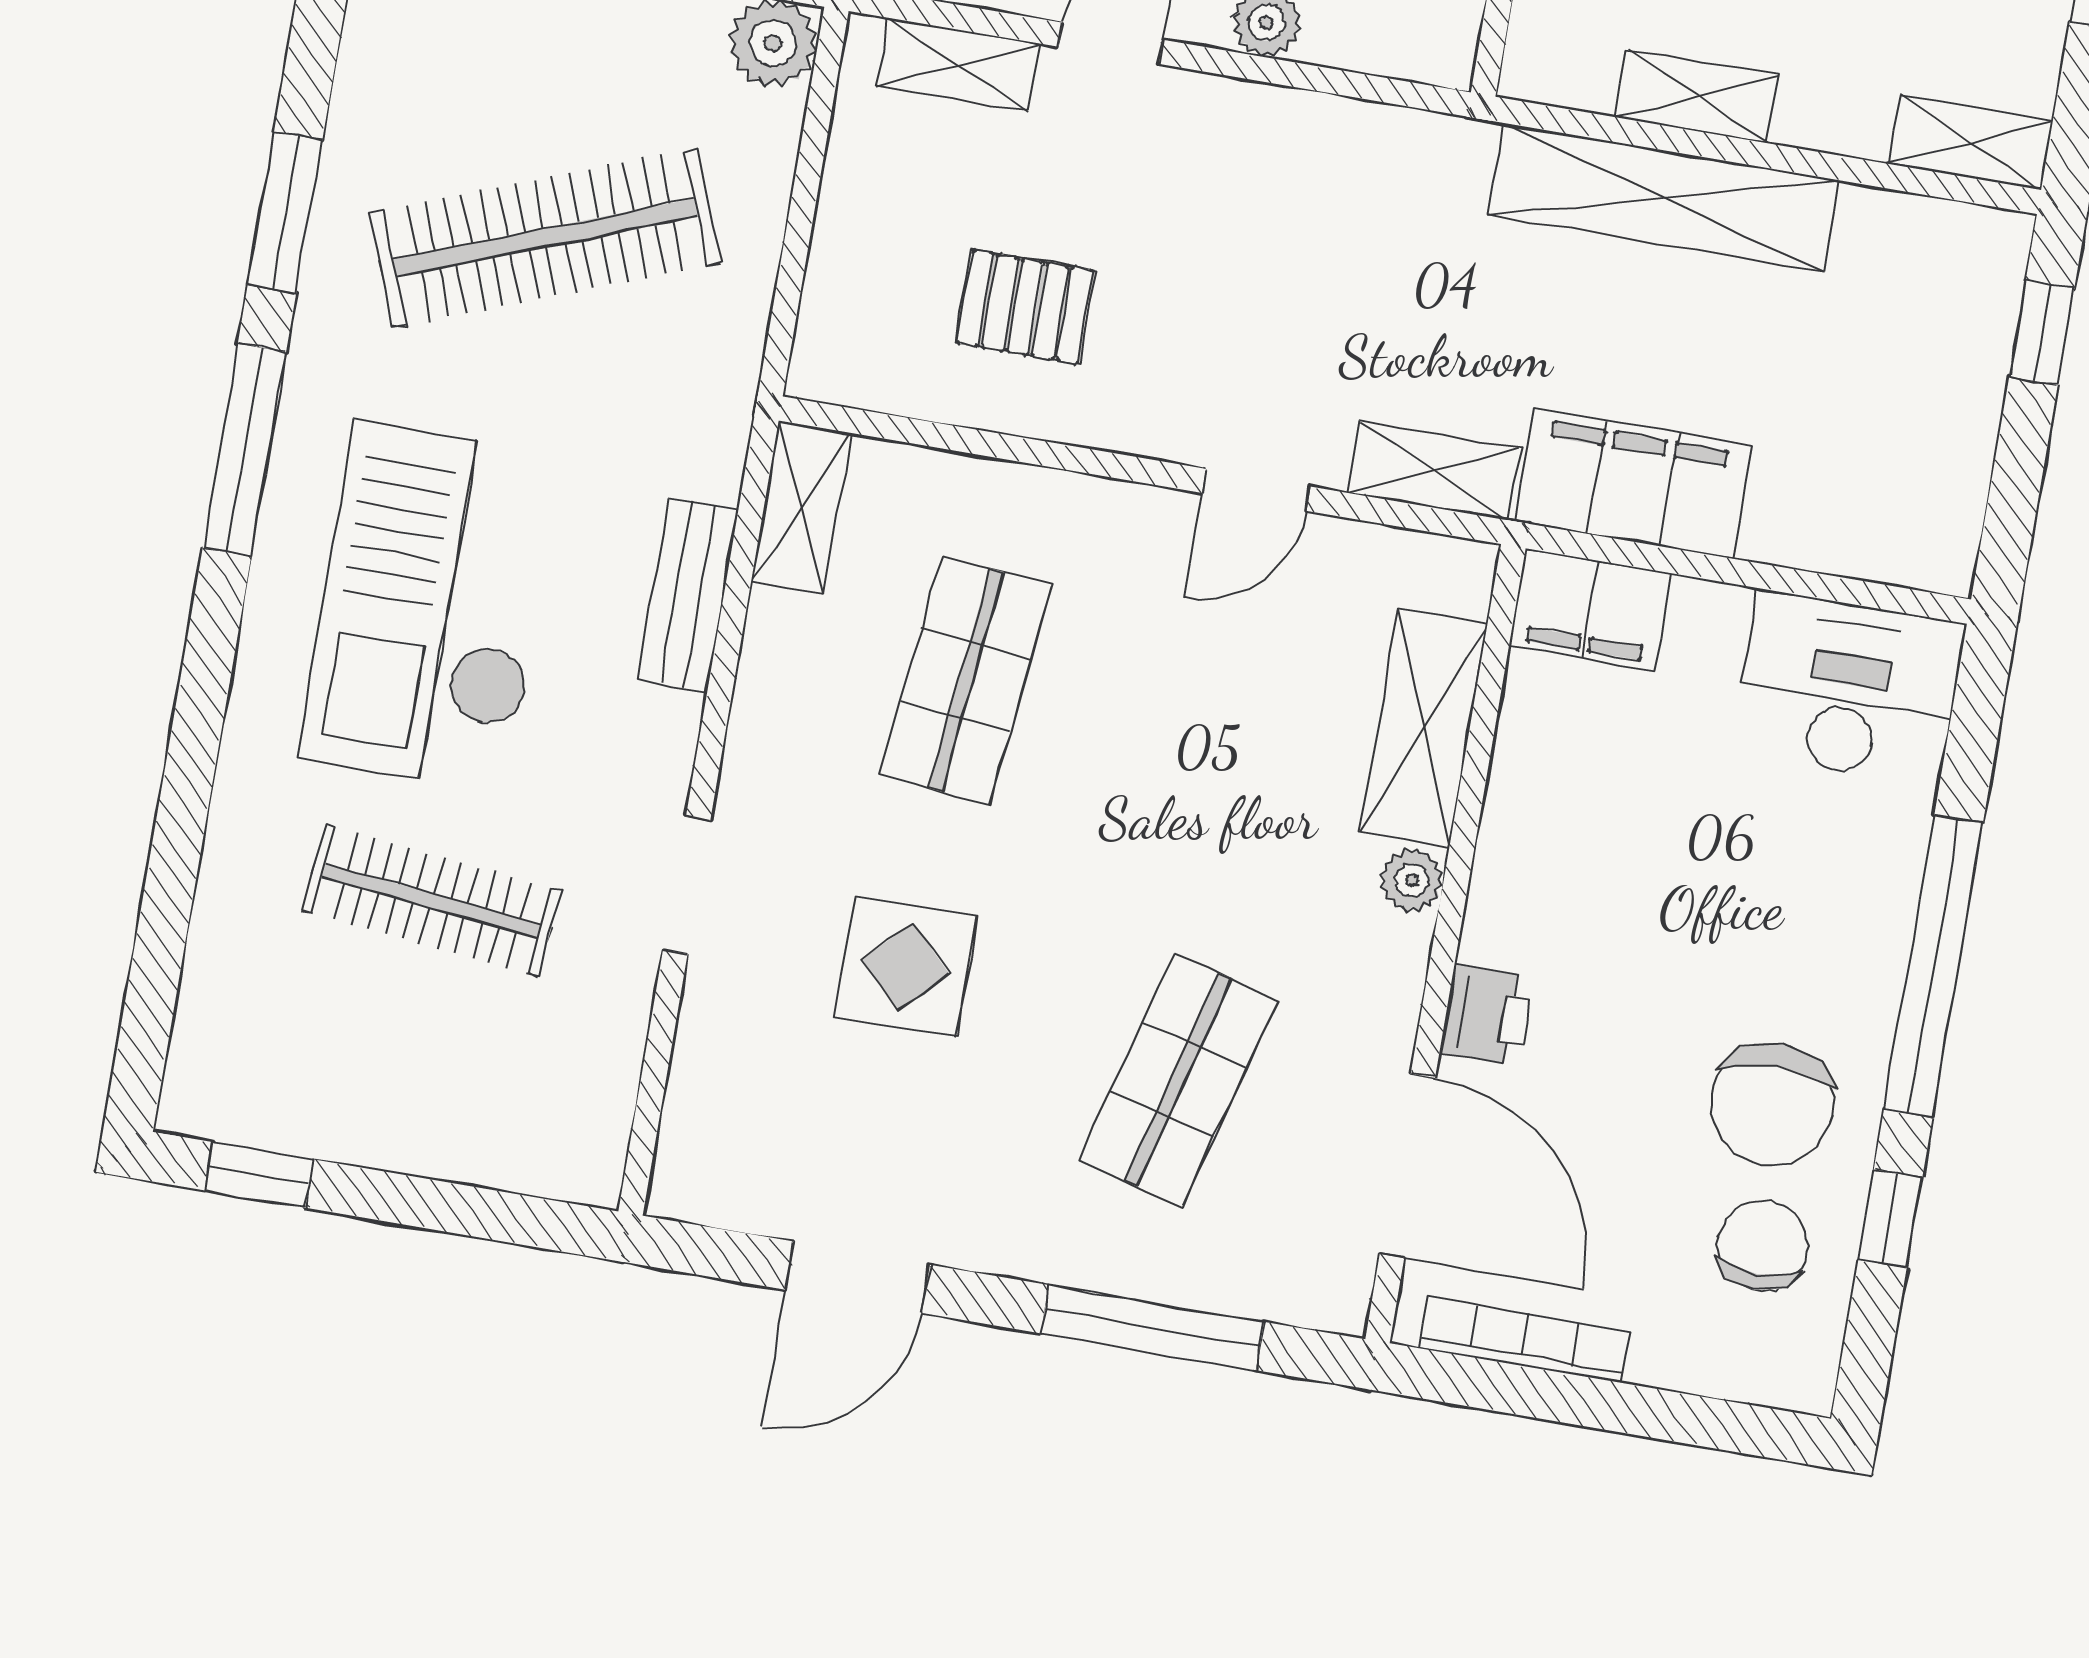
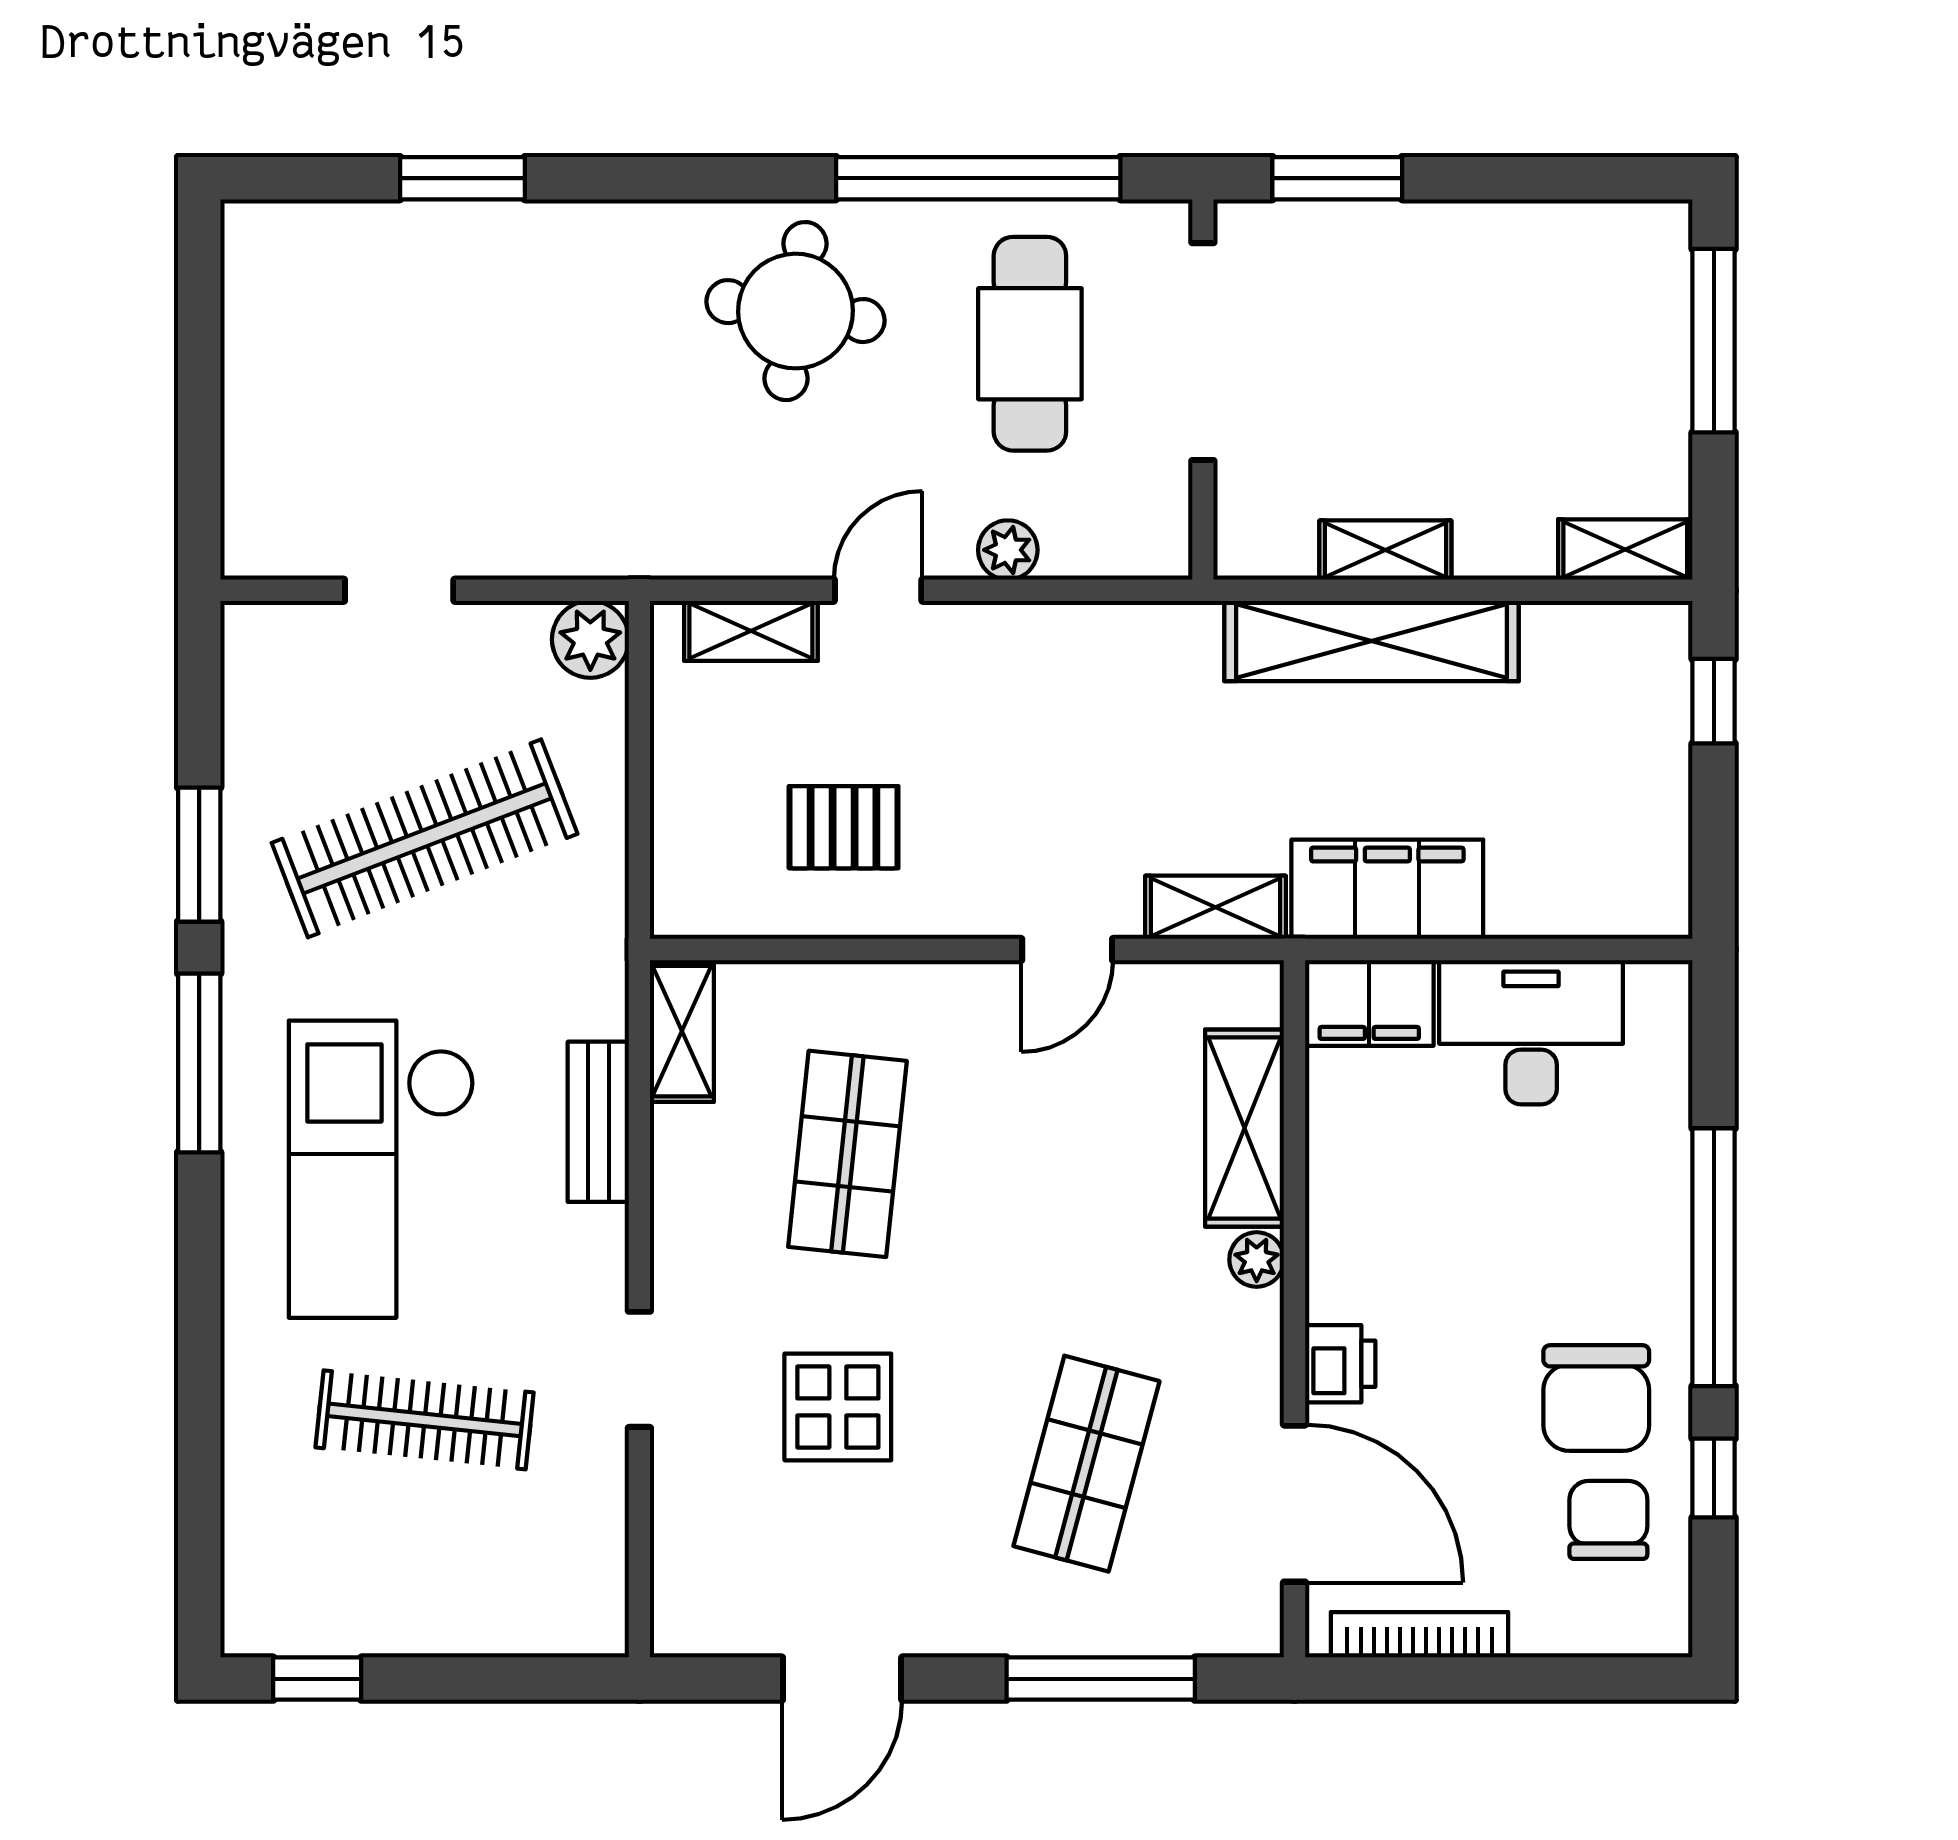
desk: (1848, 688) -> (1531, 1032), moved

